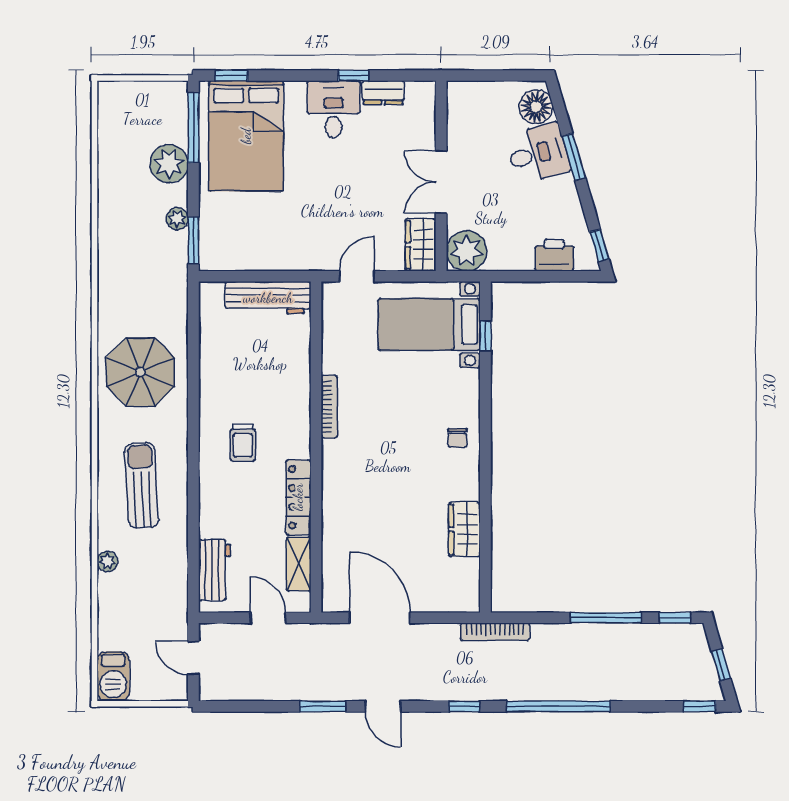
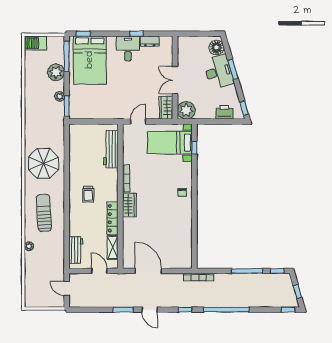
desk: (538, 153) -> (219, 72), width x1.37
workbench: (268, 298) -> (111, 149), moved, turned 90
wardrobe: (464, 529) -> (129, 205), moved, turned 180
barbecue: (113, 676) -> (35, 43), moved, turned 90

